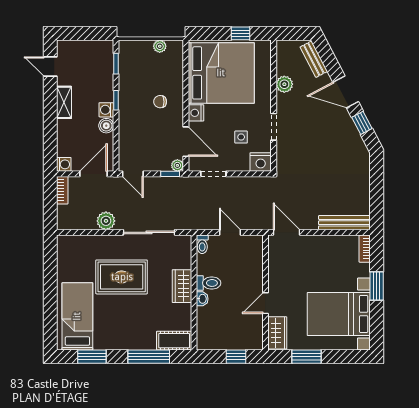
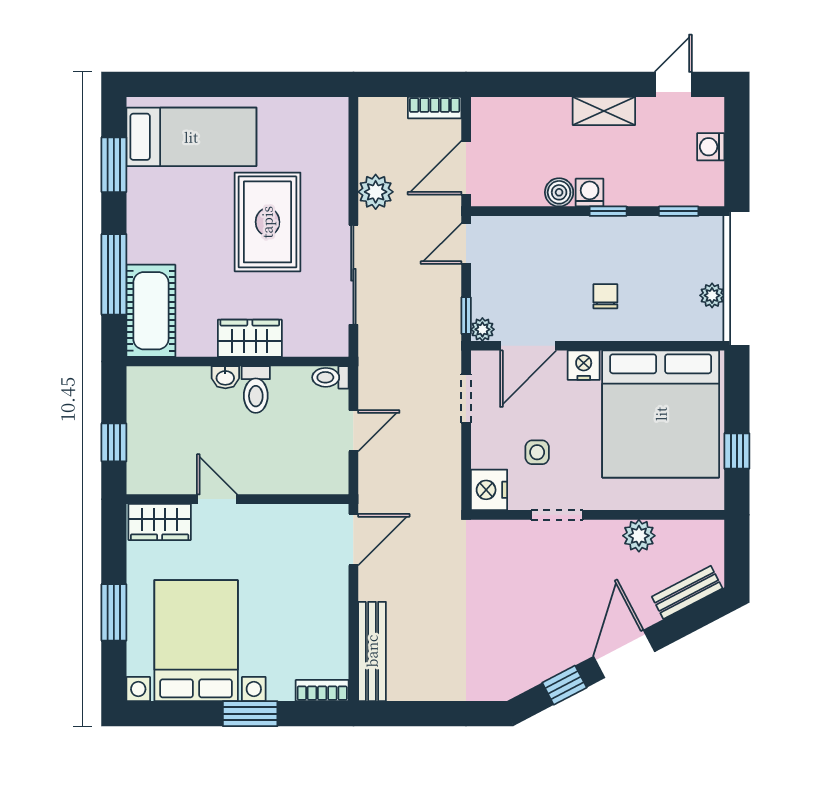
washing machine: (64, 164) -> (711, 147), moved, turned 90
door: (93, 174) -> (466, 168), swing flipped
cot: (174, 341) -> (151, 311), width x1.37, depth x1.34
window: (306, 357) -> (114, 612), moved

